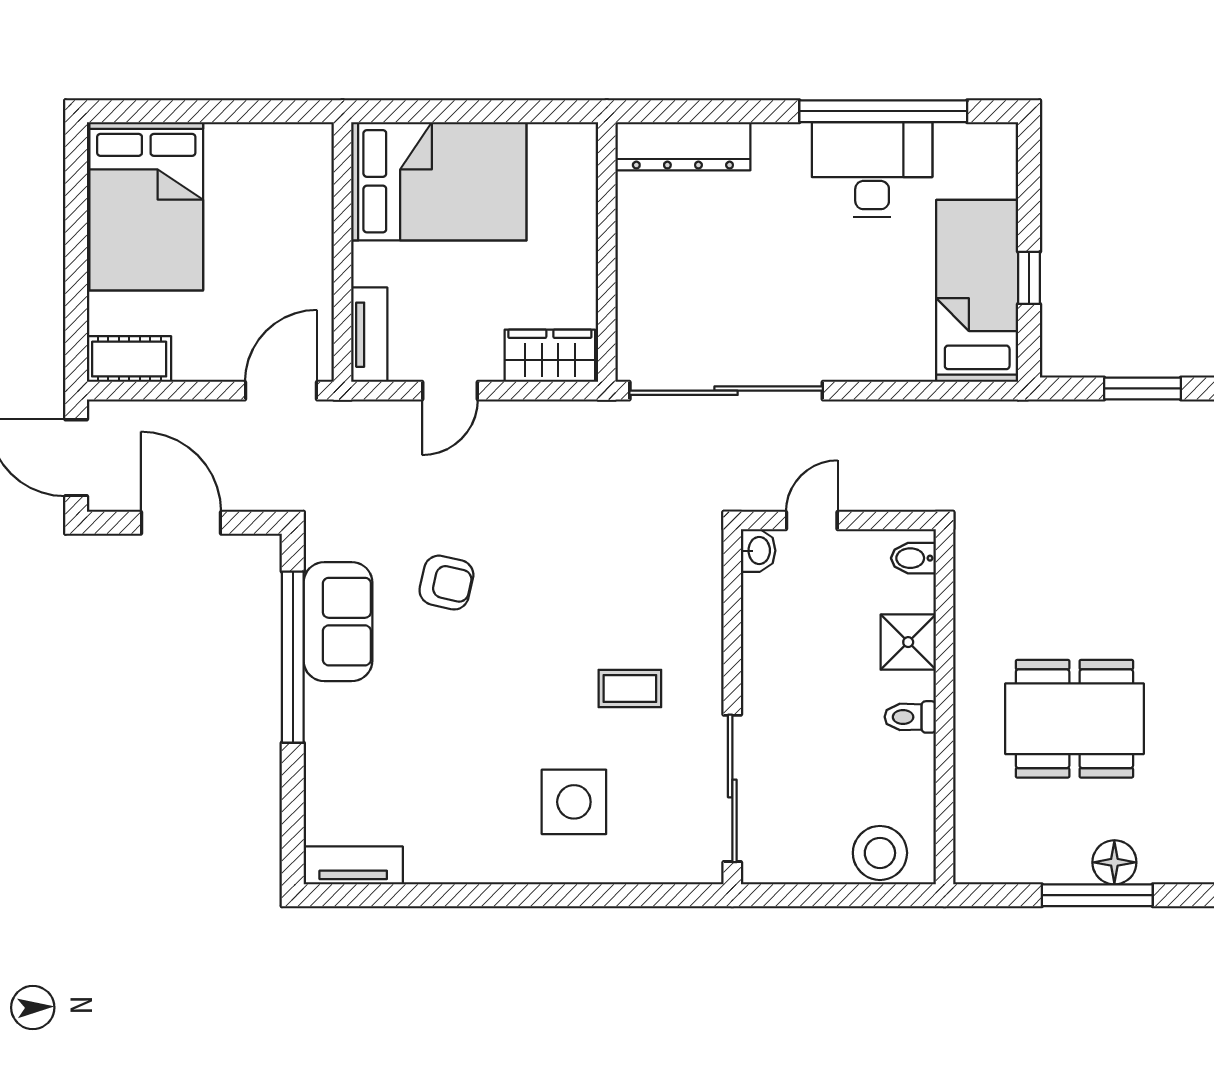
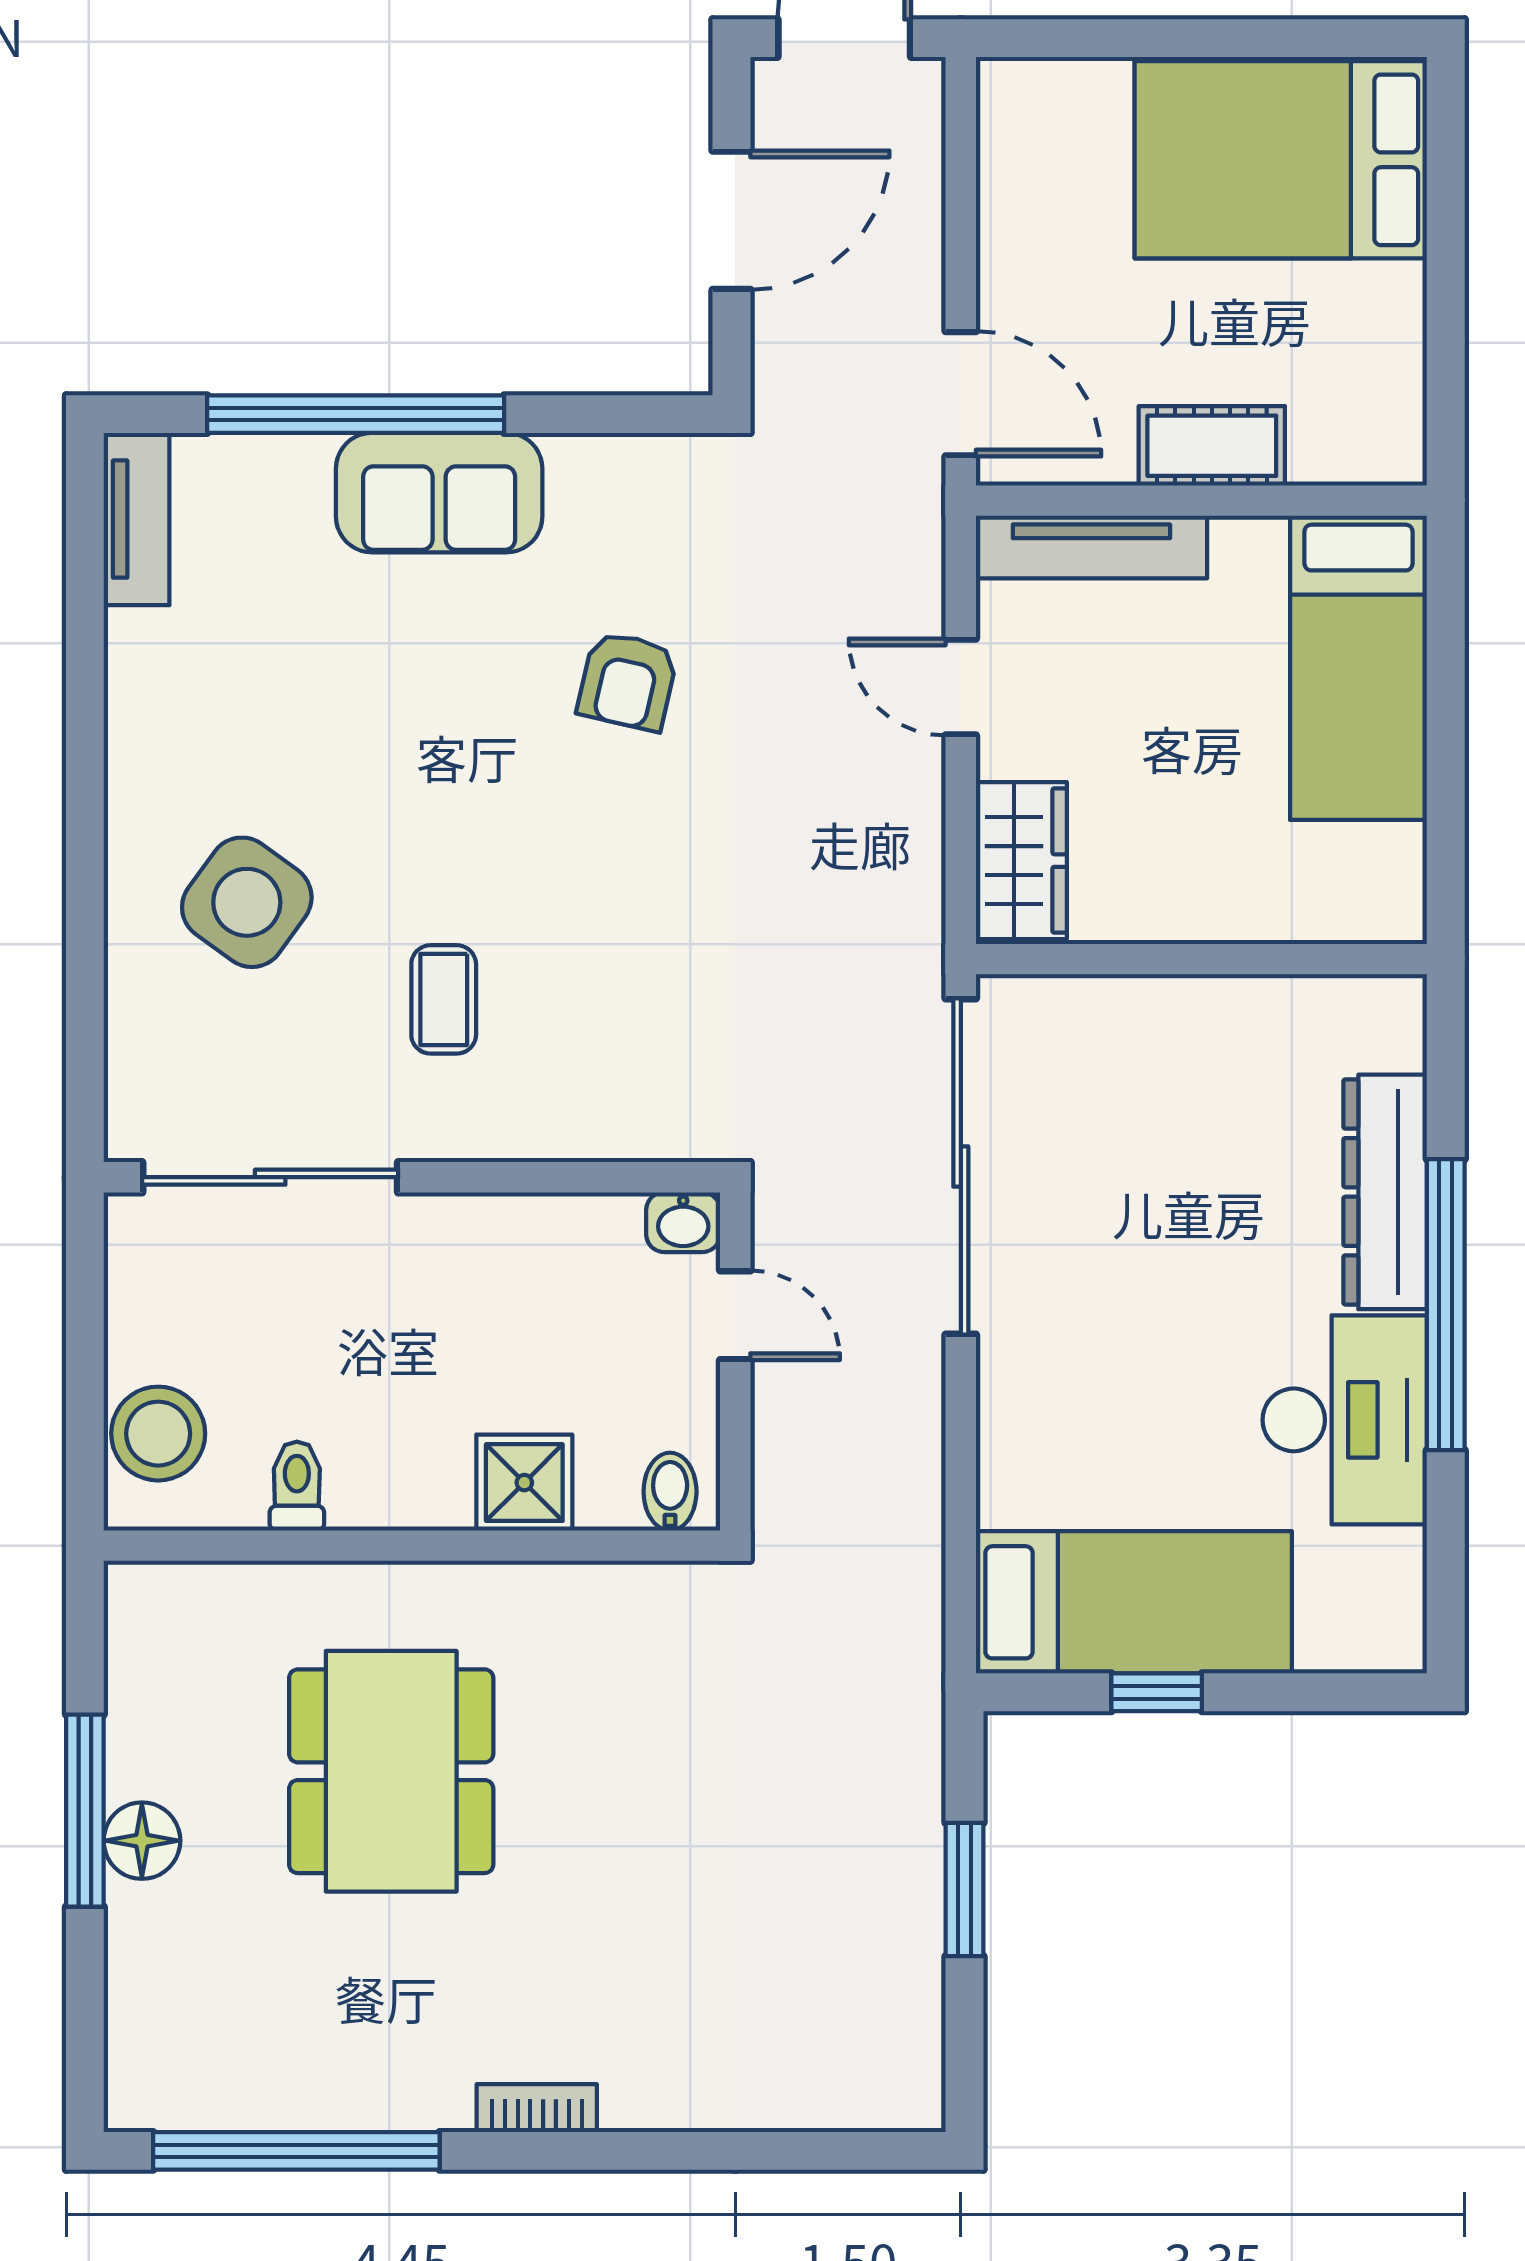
window: (883, 111) -> (1446, 1305), moved
dresser: (683, 146) -> (1385, 1192), moved
bed: (439, 181) -> (1358, 668), width x0.67
tv unit: (369, 335) -> (1091, 547), width x1.41
cot: (129, 359) -> (1212, 446), moved, turned 90
sofa: (338, 622) -> (439, 493), moved
window: (293, 657) -> (356, 414), moved
toilet: (910, 717) -> (297, 1486), moved
side table: (574, 802) -> (247, 902), turned 36

